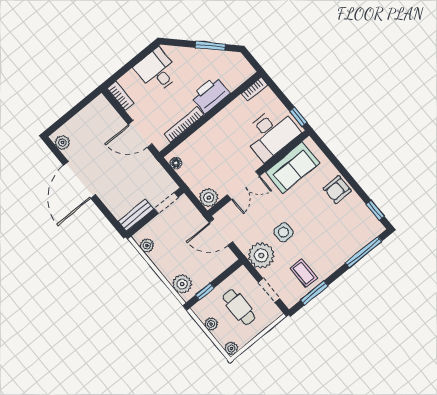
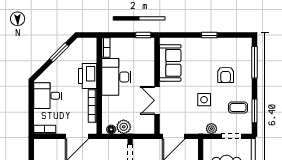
desk: (271, 133) -> (116, 77), moved, turned 180
double door: (244, 185) -> (157, 100), swing flipped
armchair: (337, 190) -> (226, 75), moved
plant: (209, 198) -> (124, 127), moved
window: (375, 210) -> (209, 35), moved
plant: (261, 255) -> (211, 129), width x0.53, depth x0.53

